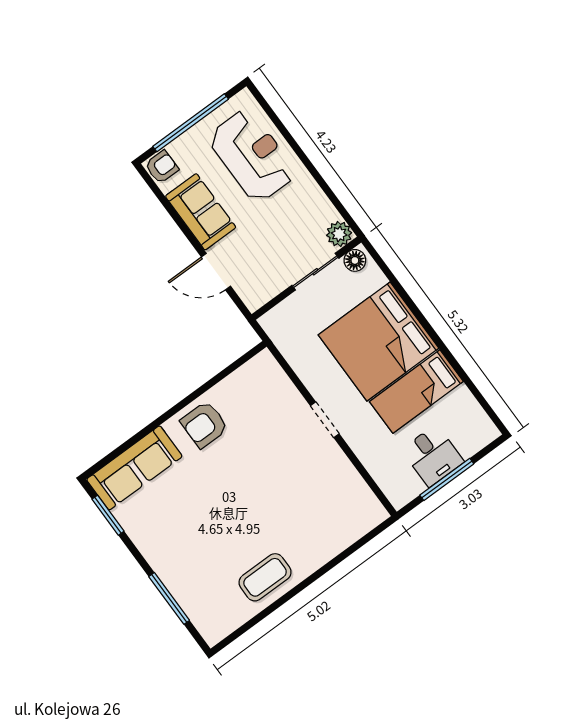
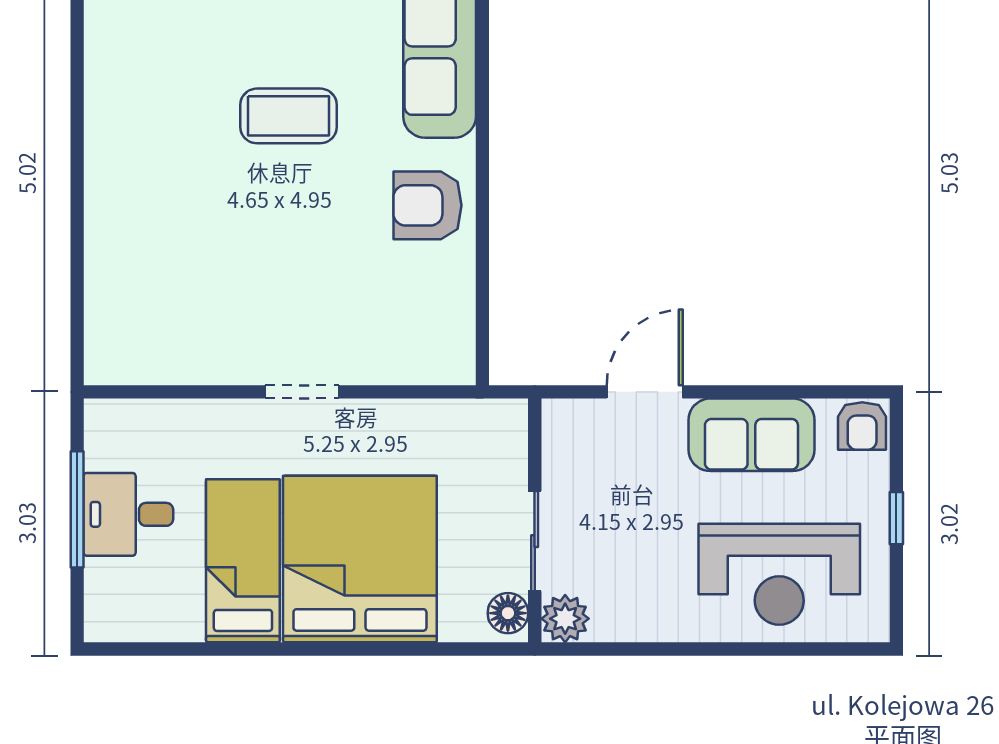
window: (191, 123) -> (896, 518), width x0.32
armchair: (204, 425) -> (427, 205), turned -90
coffee table: (265, 577) -> (289, 116), moved, turned 90

